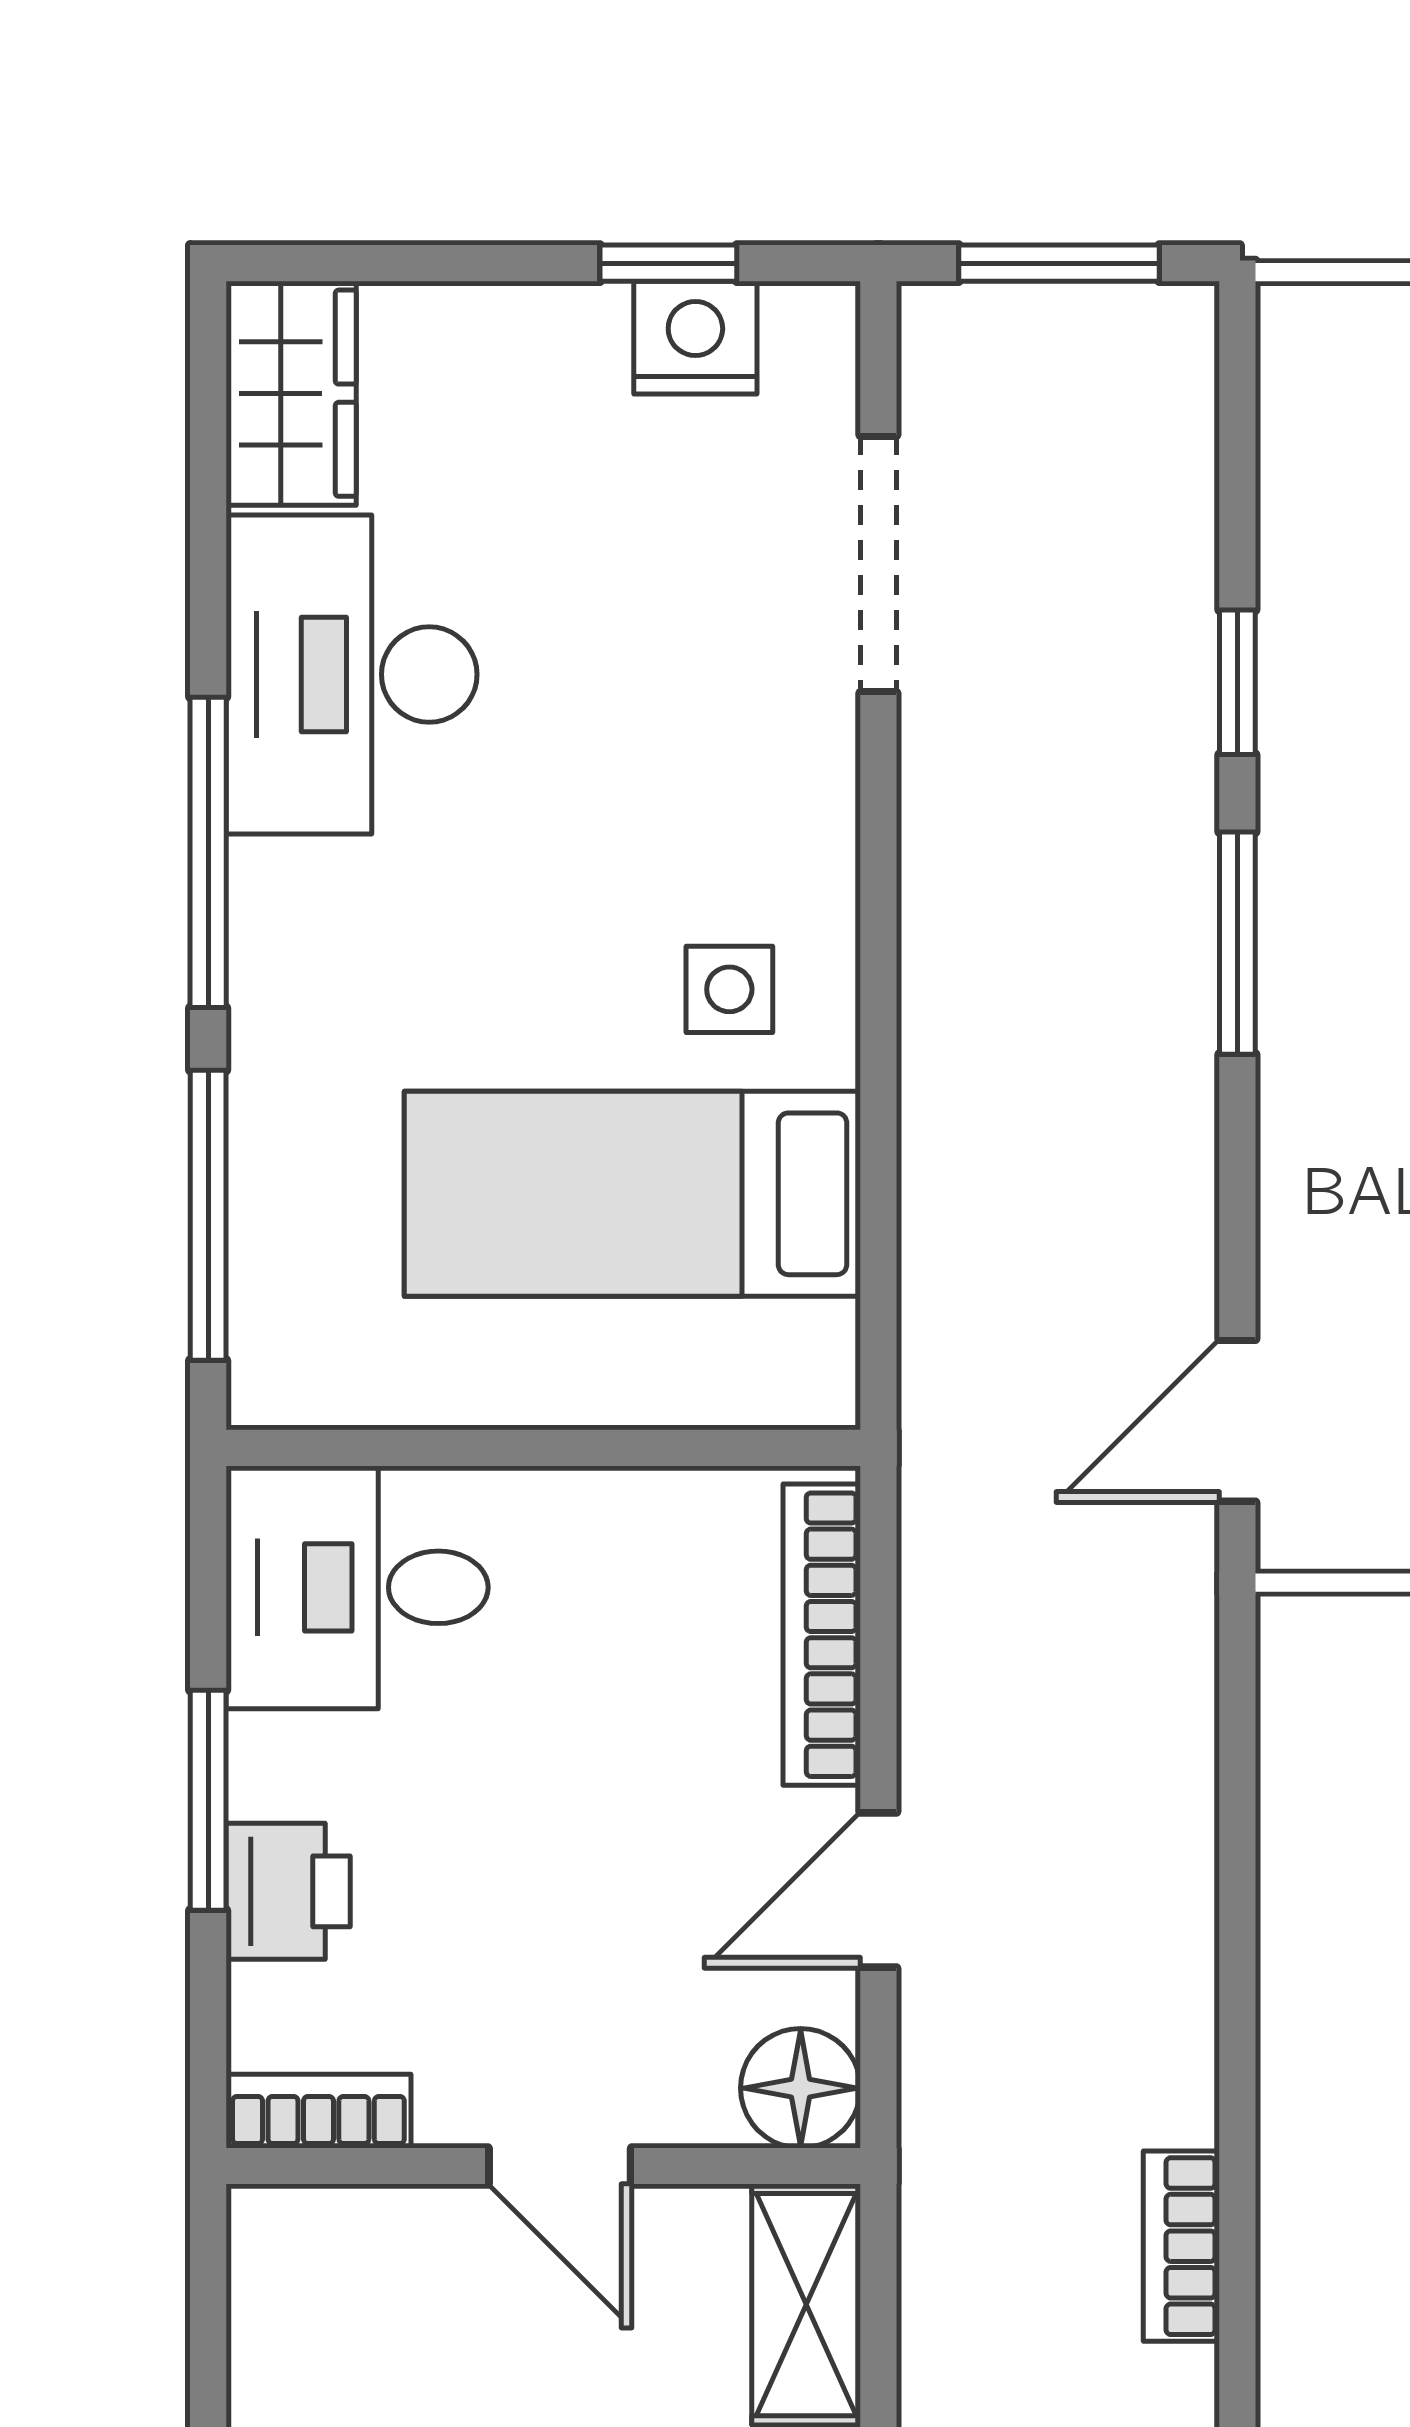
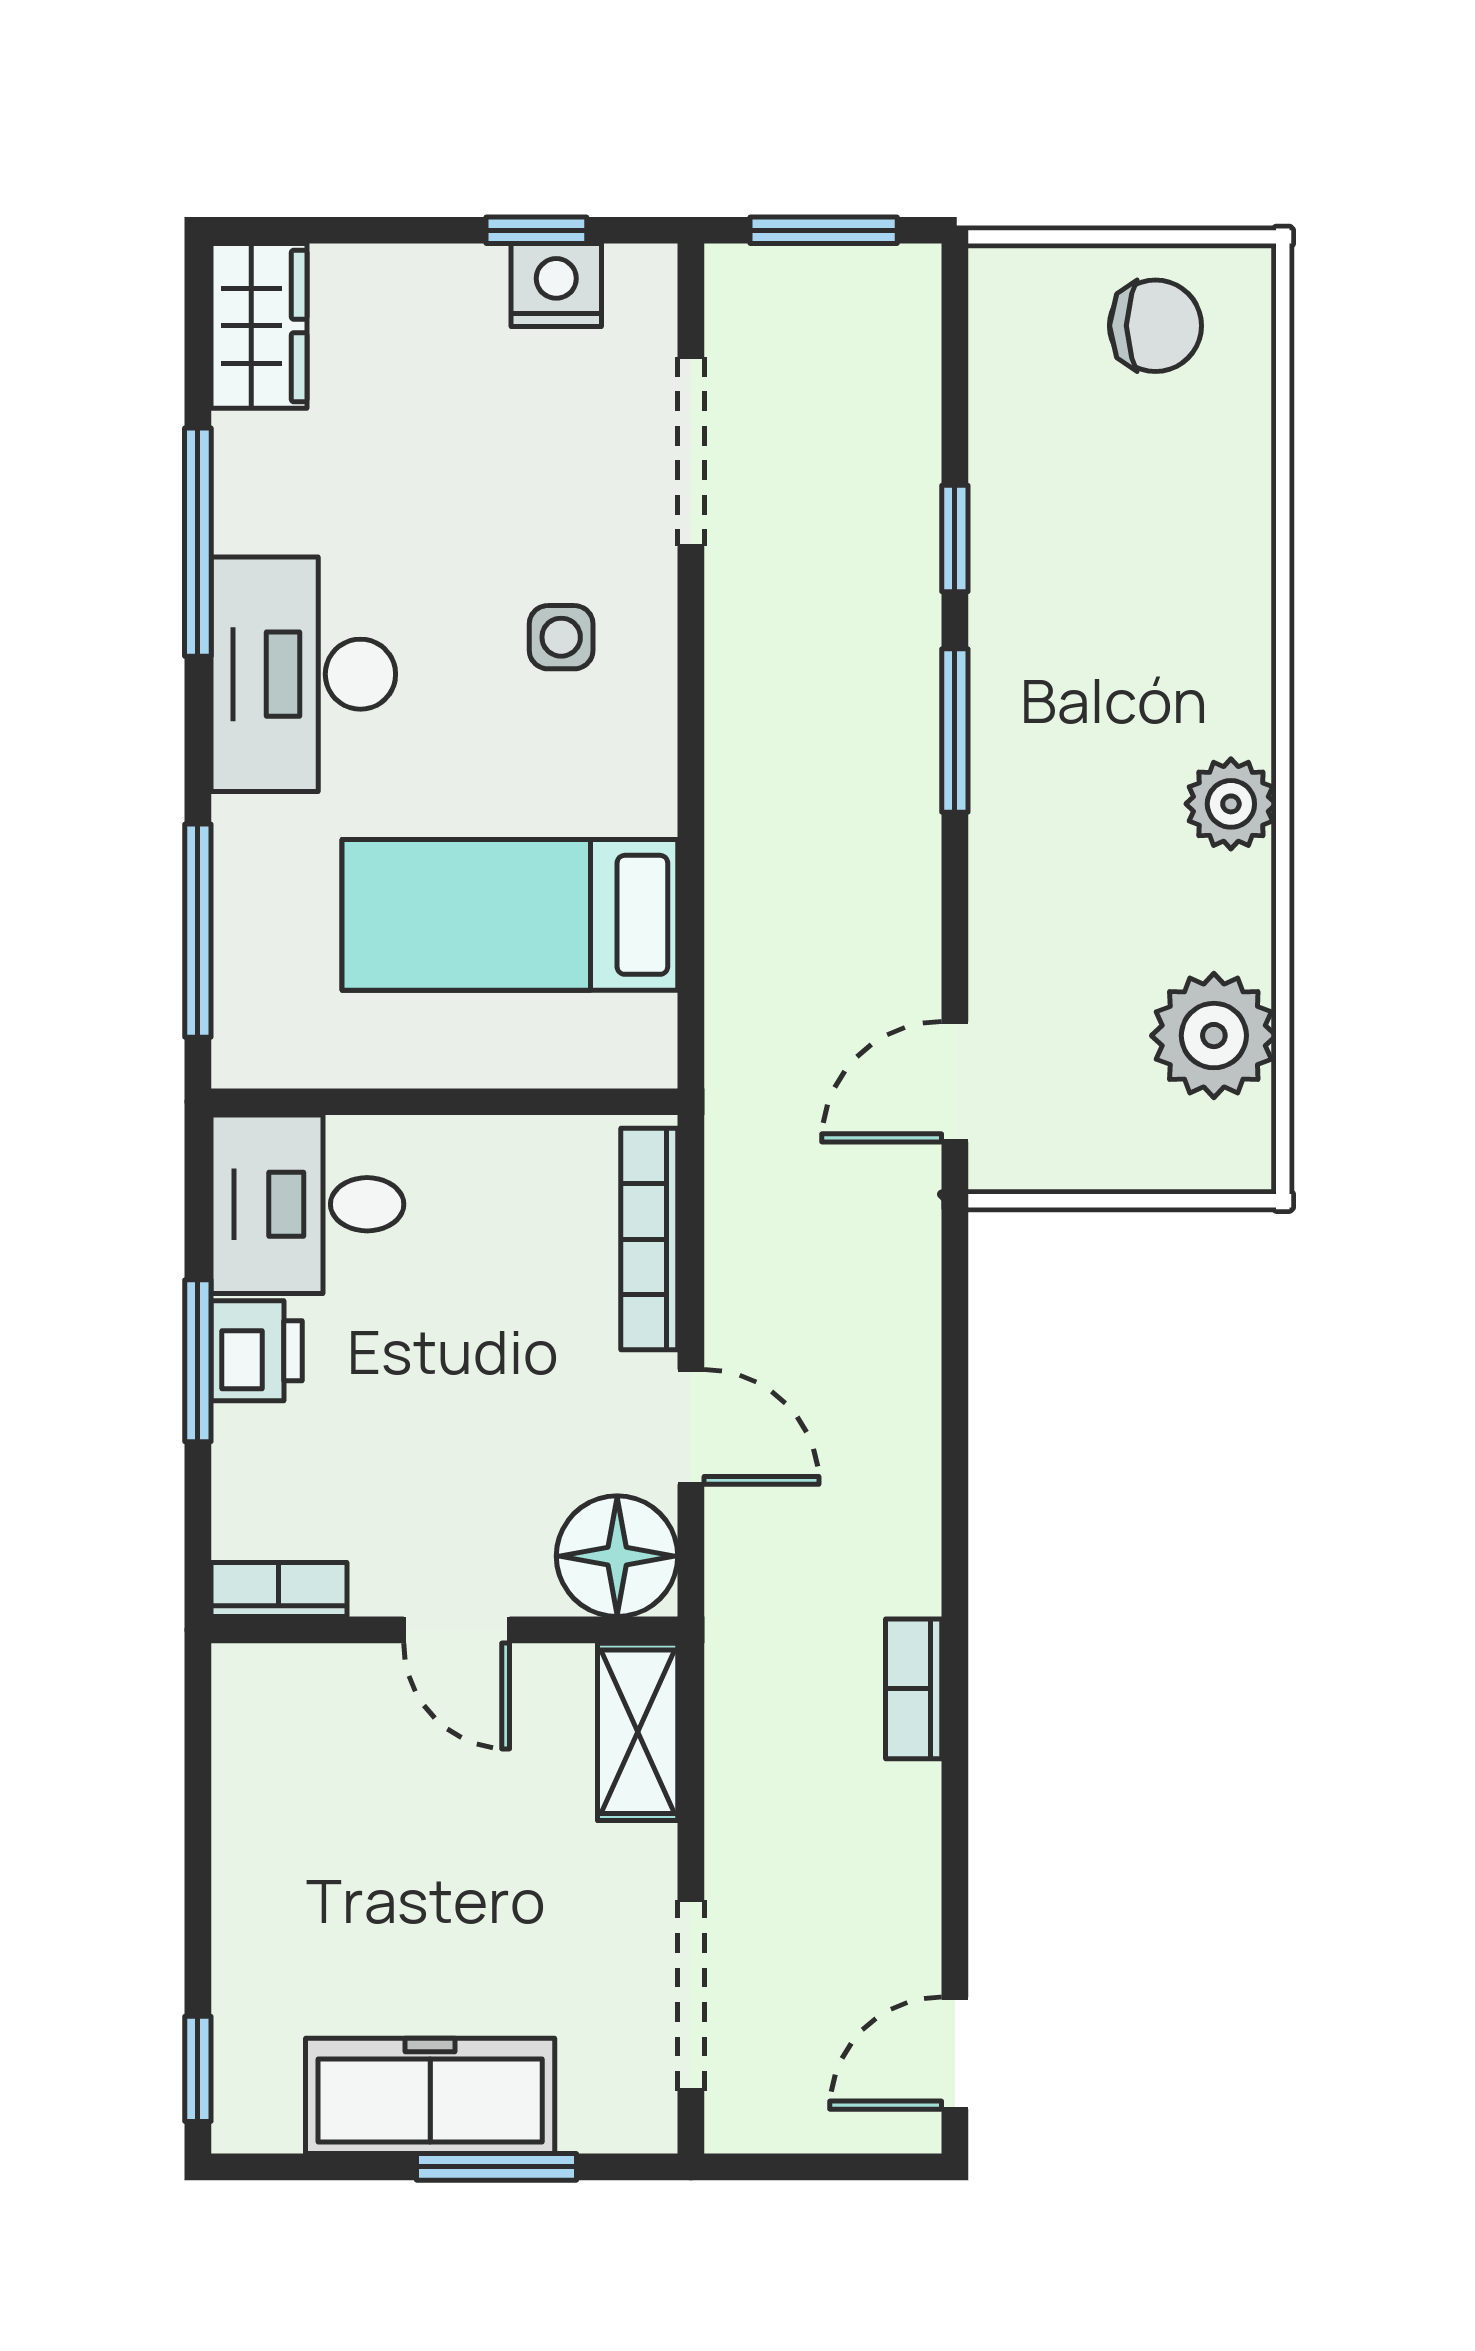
desk: (351, 674) -> (303, 674), moved
window: (208, 852) -> (198, 542), moved
side table: (729, 989) -> (561, 637), moved
door: (878, 1890) -> (691, 1427), swing flipped
printer: (288, 1891) -> (257, 1351), moved
floor lamp: (801, 2088) -> (617, 1556), width x1.38, depth x1.38

